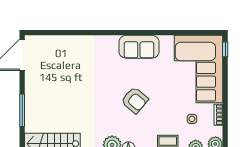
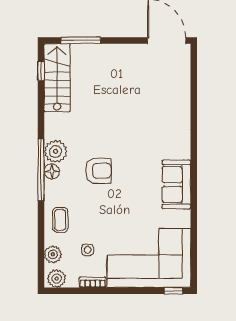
armchair: (135, 100) -> (98, 171), moved, turned -130
window: (22, 110) -> (81, 41), moved

